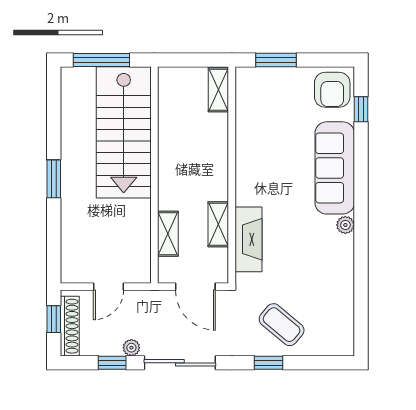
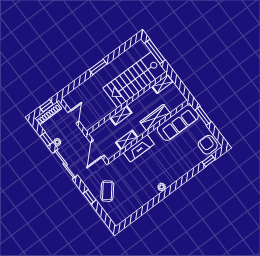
shelving: (218, 90) -> (163, 84), moved
armchair: (332, 90) -> (208, 145), turned 90
wardrobe: (216, 146) -> (155, 117), added
sofa: (335, 168) -> (178, 123), moved, turned 180
shelving: (168, 234) -> (121, 115), moved
fireplace: (248, 239) -> (139, 148), moved
door: (109, 287) -> (73, 117), swing flipped

